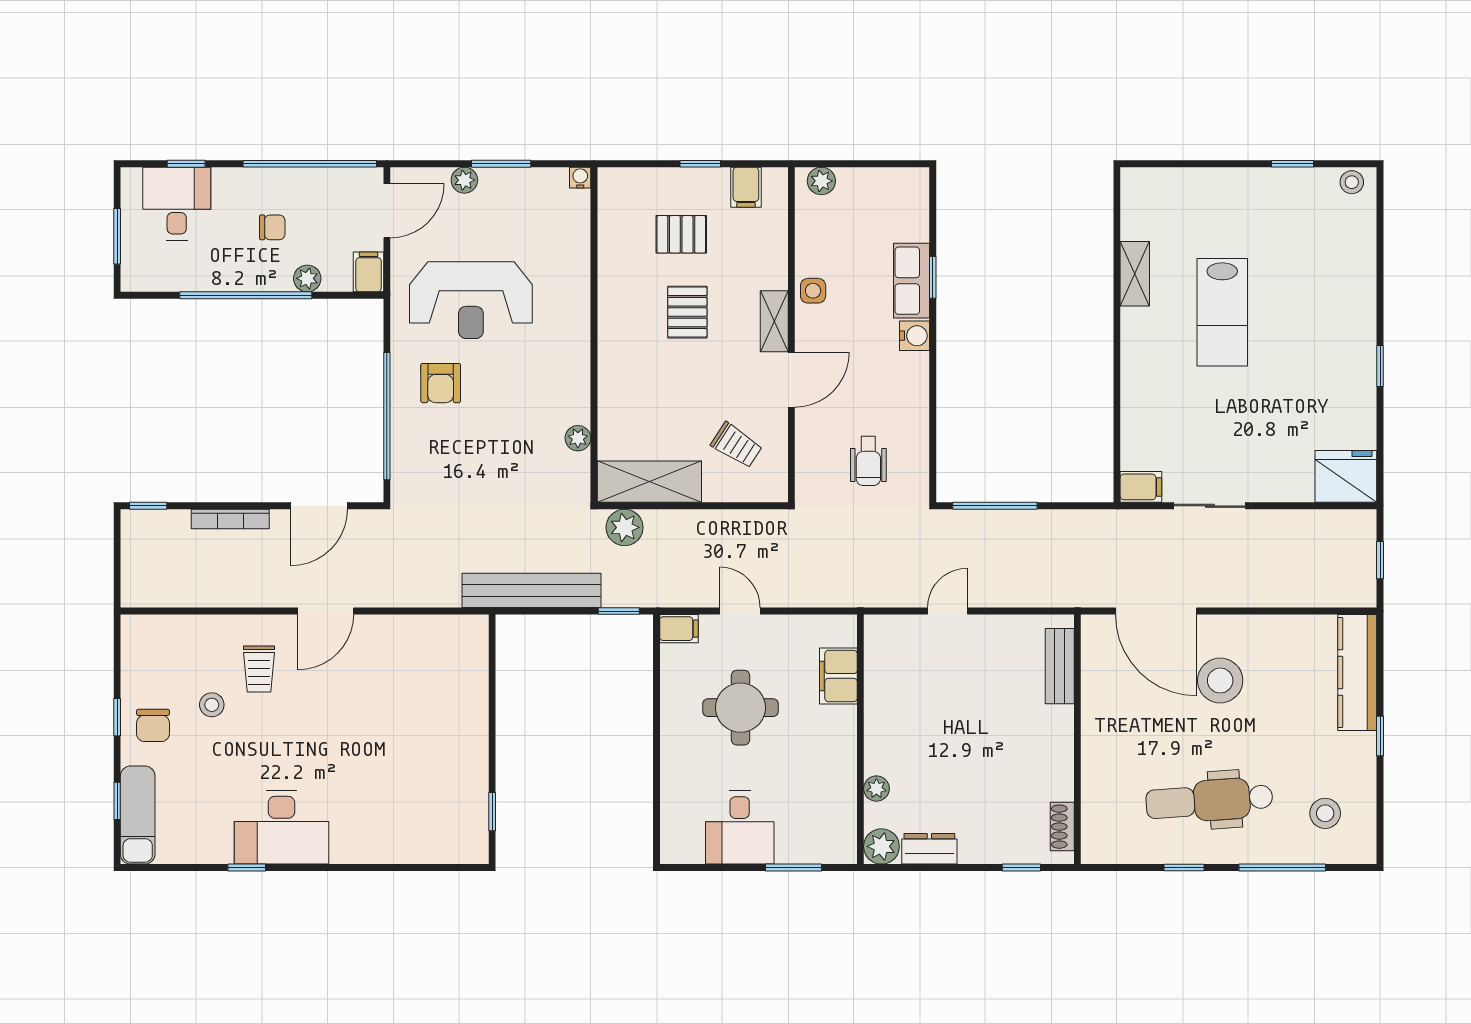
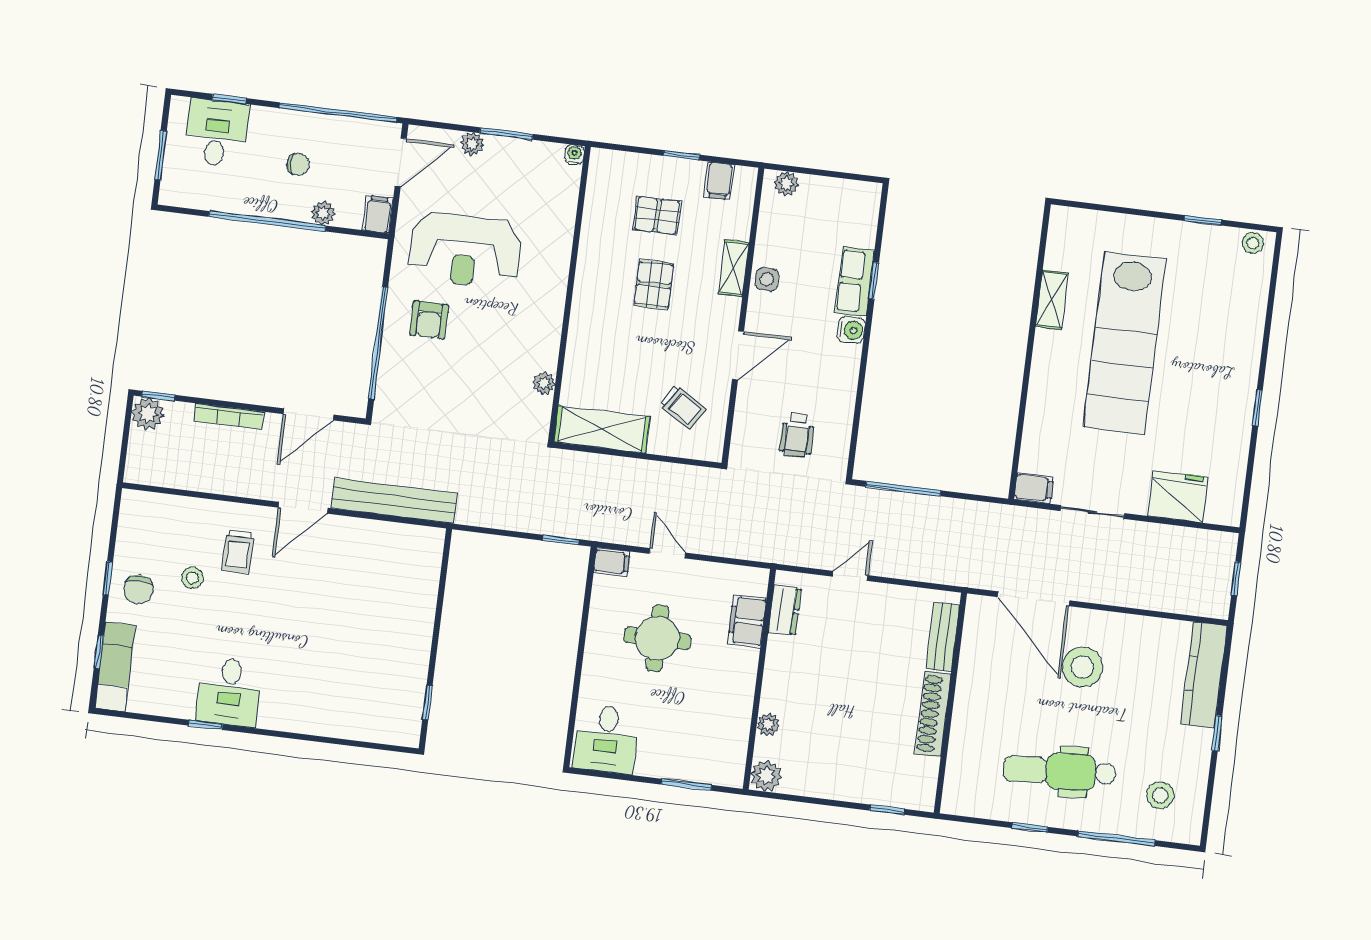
lab bench: (1222, 312) -> (1125, 343), width x1.86, depth x1.39
shelving: (774, 321) -> (734, 268), moved
fridge: (1346, 476) -> (1178, 496), moved
plant: (625, 527) -> (148, 414), moved
bench: (531, 590) -> (394, 501), moved
desk: (281, 827) -> (229, 692), width x0.73
desk: (740, 827) -> (606, 739), moved
shoe rack: (1062, 827) -> (933, 714), moved, width x1.94, depth x1.24
dresser: (929, 849) -> (785, 610), moved, turned 90

